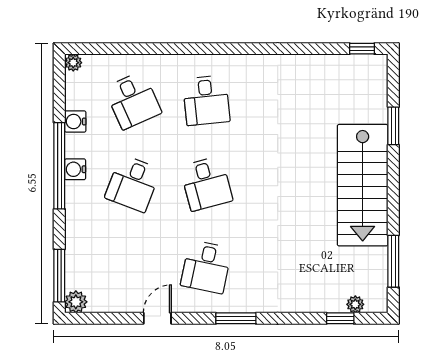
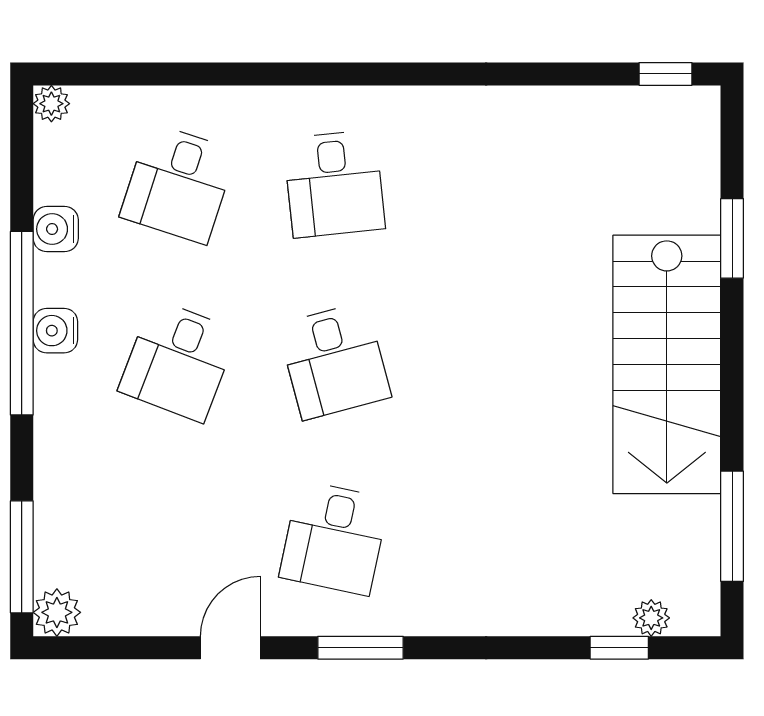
desk: (133, 100) -> (178, 184), turned 42
window: (236, 318) -> (361, 648), moved

